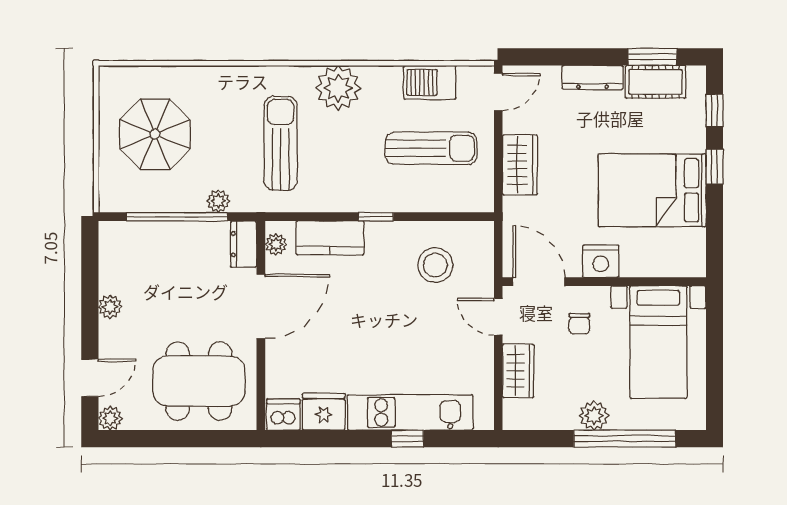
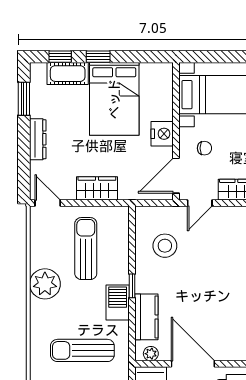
barbecue: (430, 82) -> (118, 302), moved, turned 180
cot: (656, 82) -> (68, 74), moved, turned 90
plant: (338, 88) -> (45, 284), moved

